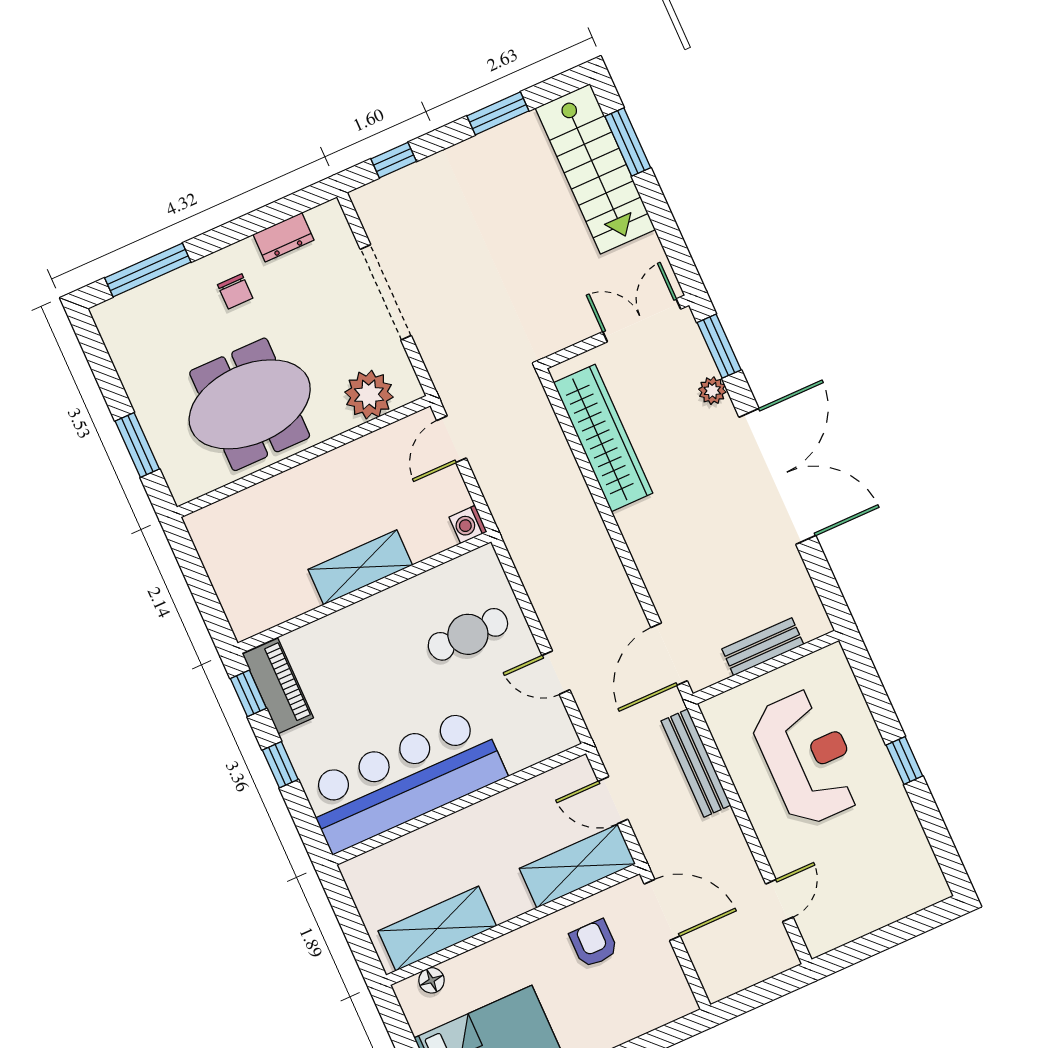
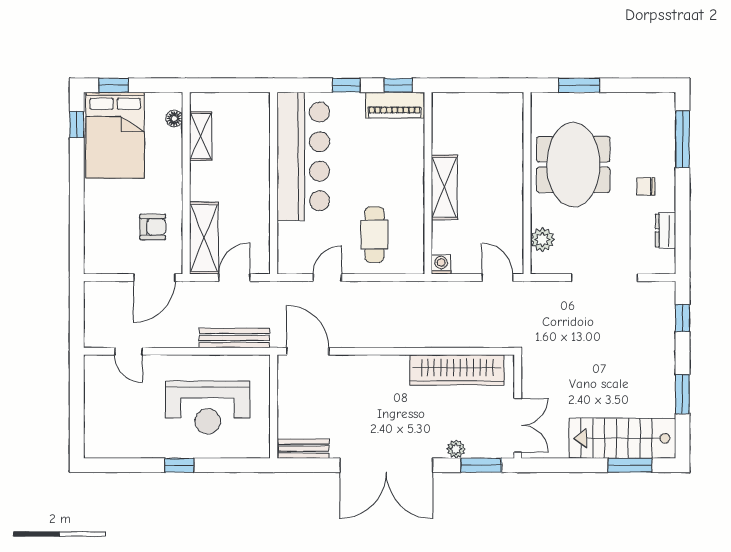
plant: (369, 395) -> (542, 240), width x0.73, depth x0.73
bench: (763, 647) -> (303, 449), moved, turned 90
shelving: (437, 928) -> (201, 136), width x0.67, depth x0.75

